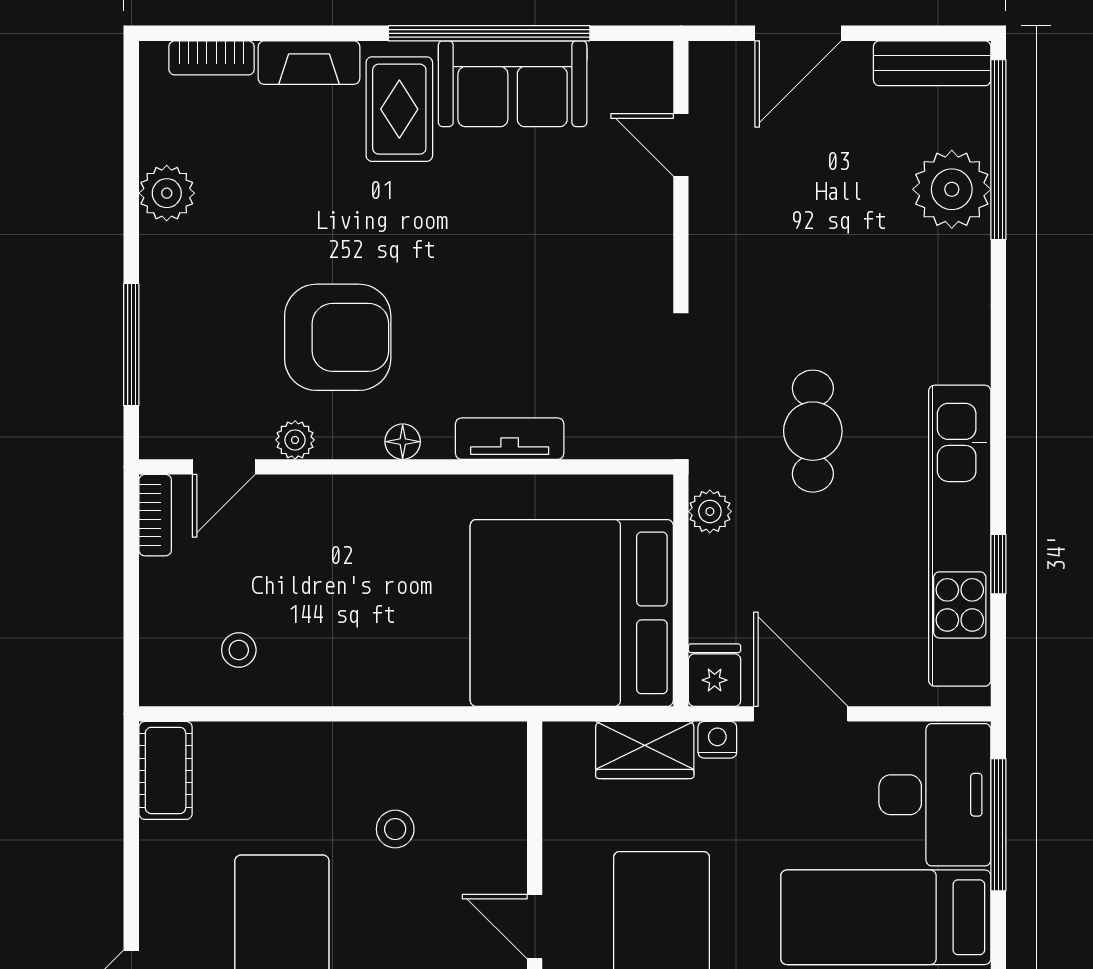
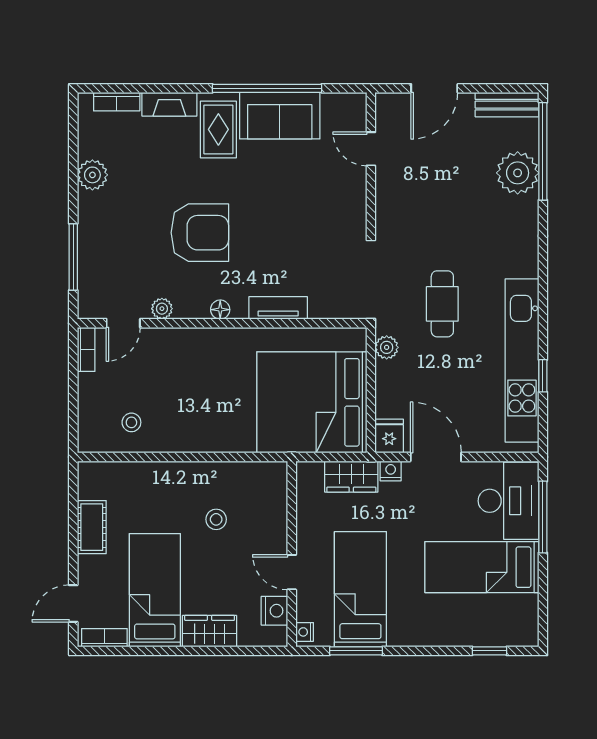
armchair: (338, 337) -> (200, 233), moved
cot: (166, 770) -> (92, 527), moved

